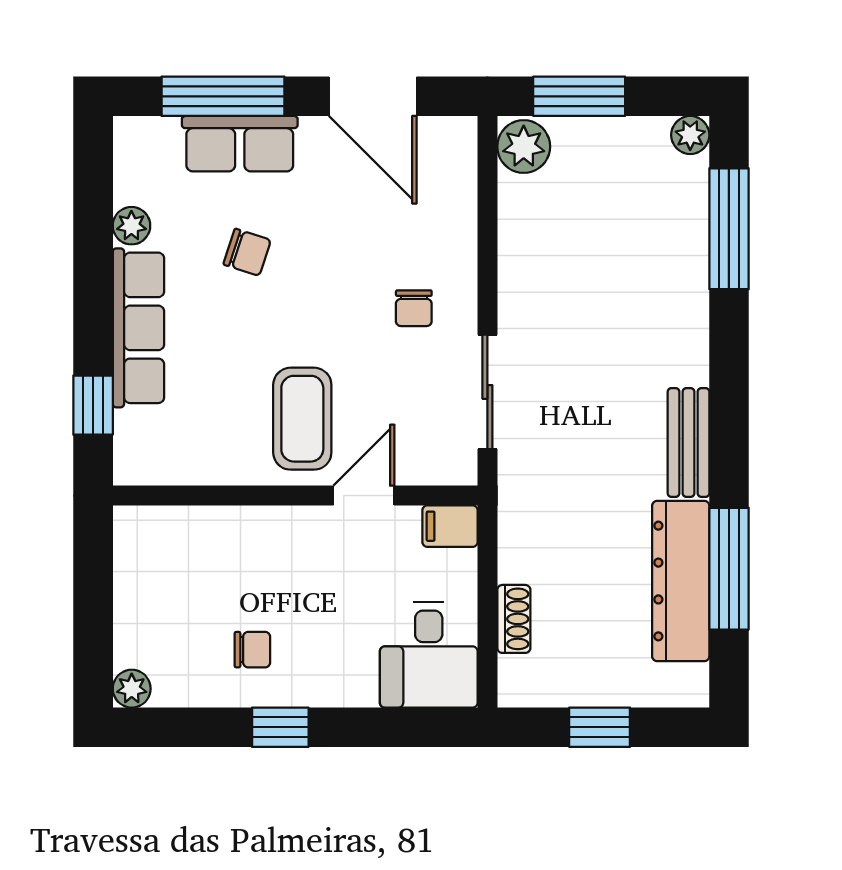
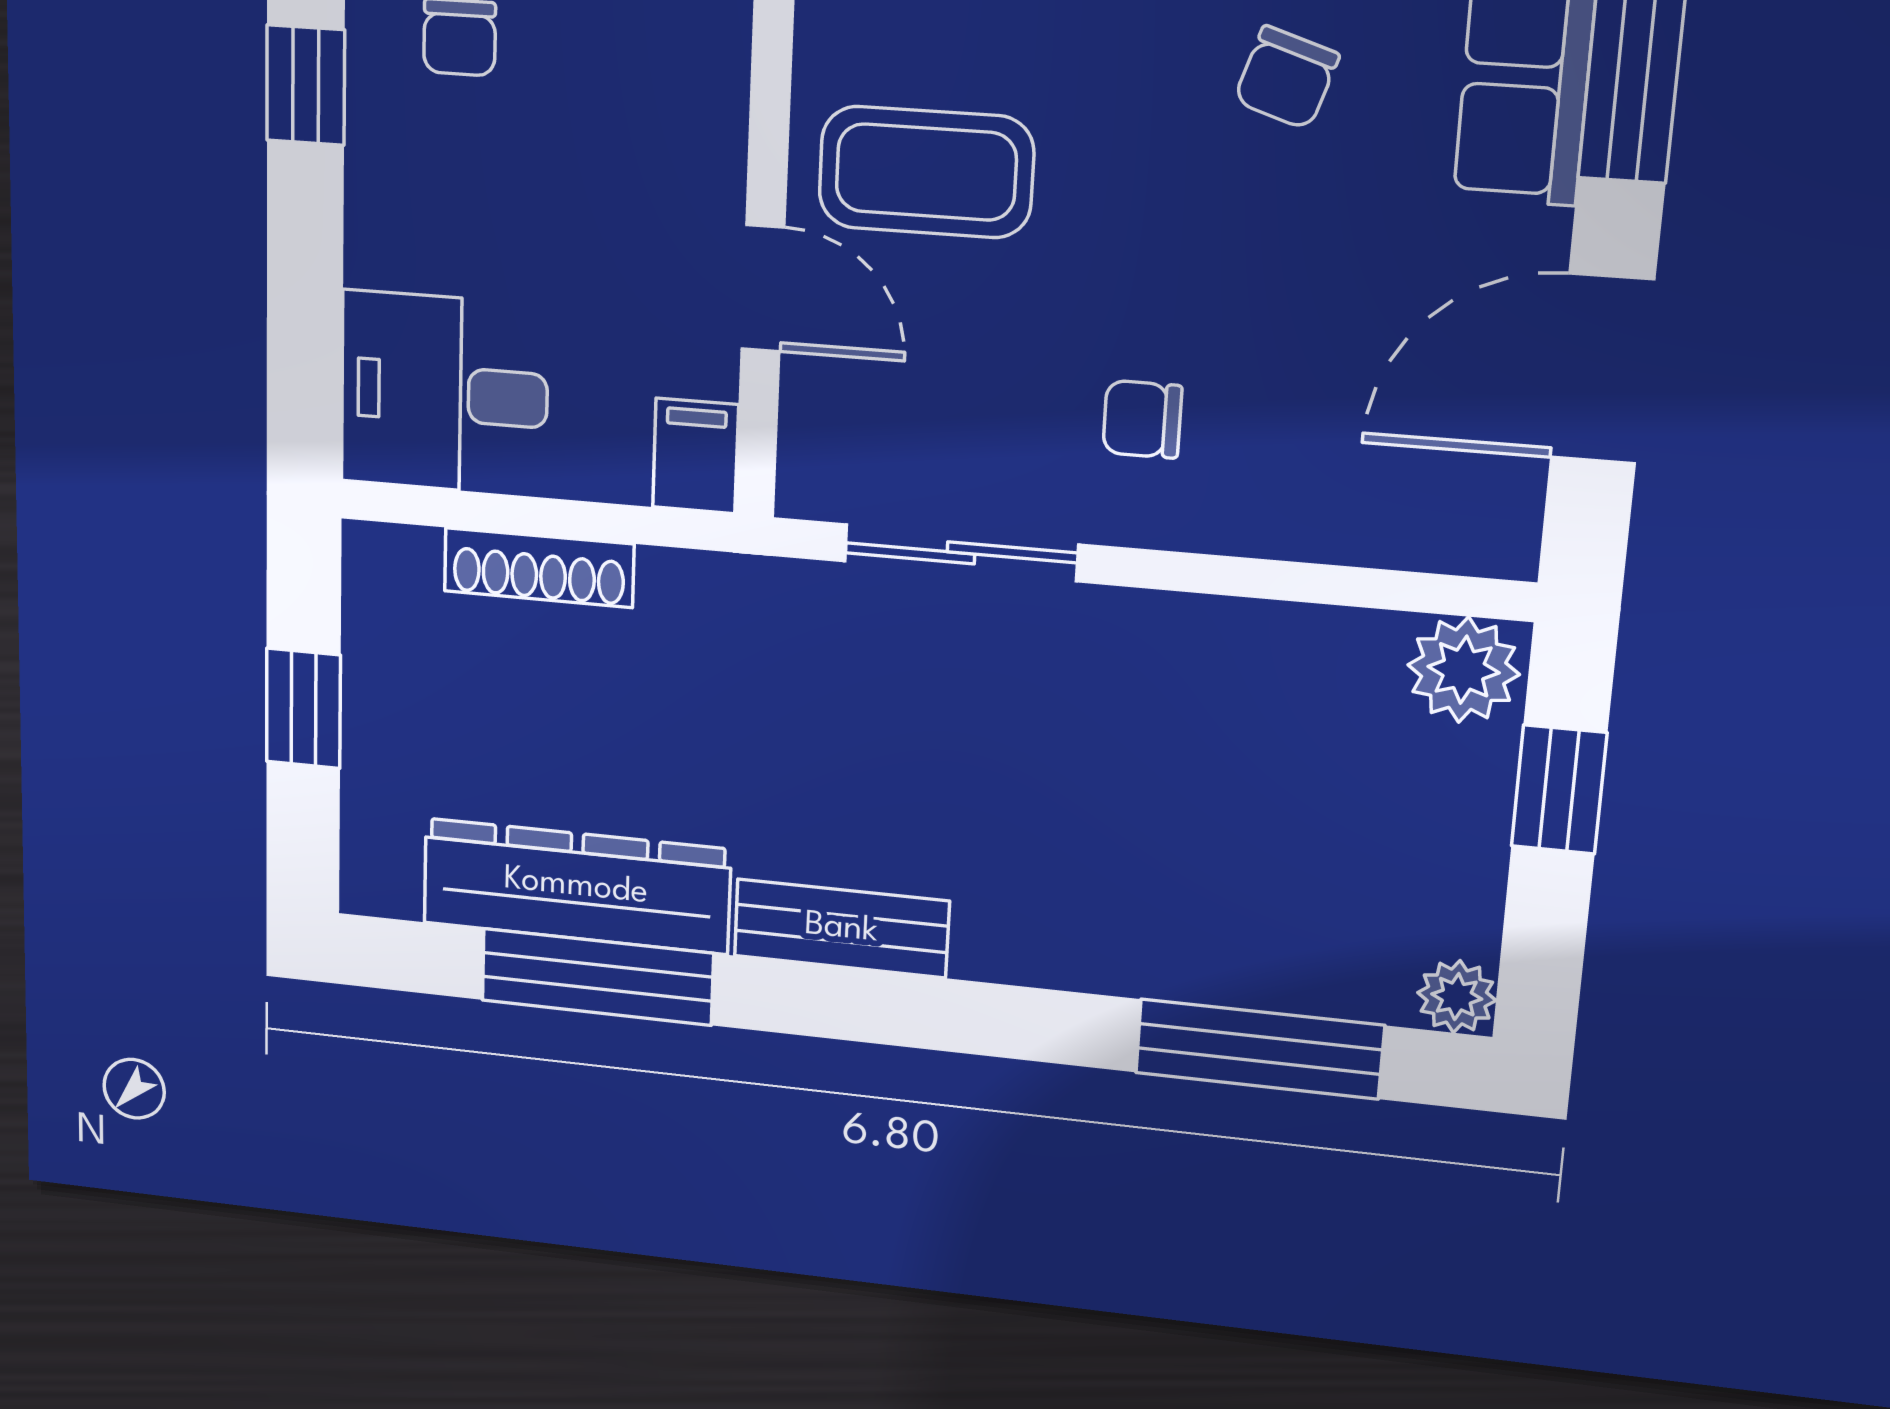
window: (579, 96) -> (1559, 790), width x0.67
shoe rack: (514, 619) -> (539, 568), width x1.43

